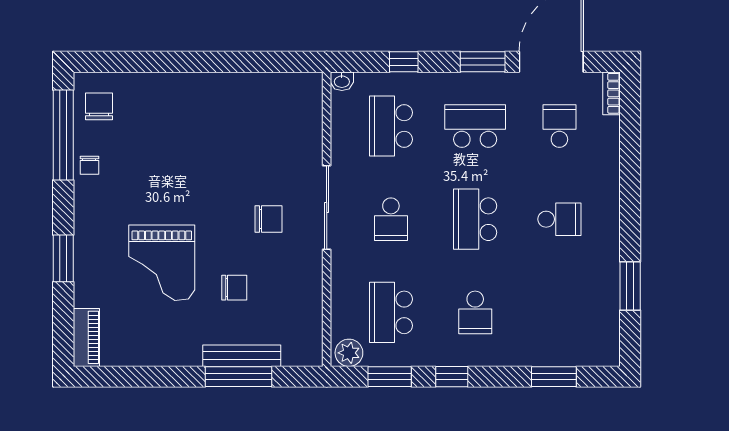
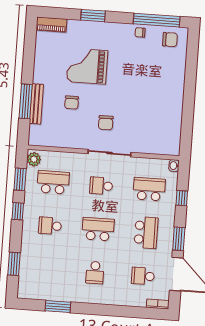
school desk: (559, 126) -> (143, 276), turned 180

